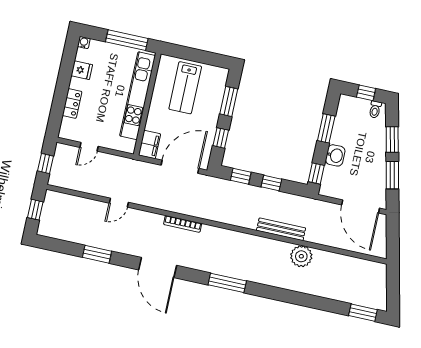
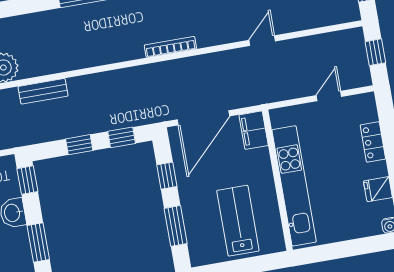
window: (127, 40) -> (336, 251), removed
bench: (281, 229) -> (43, 91), width x0.73

